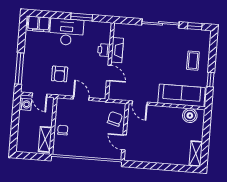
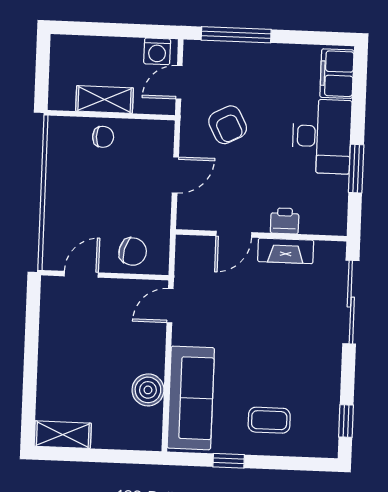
sliding door: (160, 23) -> (351, 302), moved
armchair: (60, 74) -> (228, 125), turned -117
boiler: (190, 116) -> (148, 390), moved
shelving: (45, 139) -> (105, 99), moved

